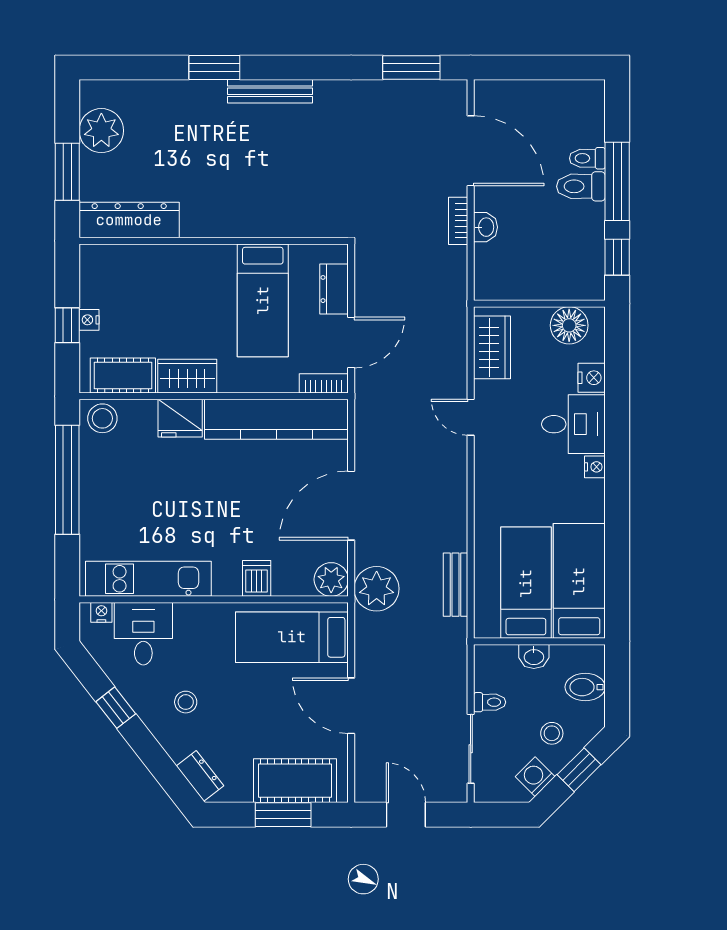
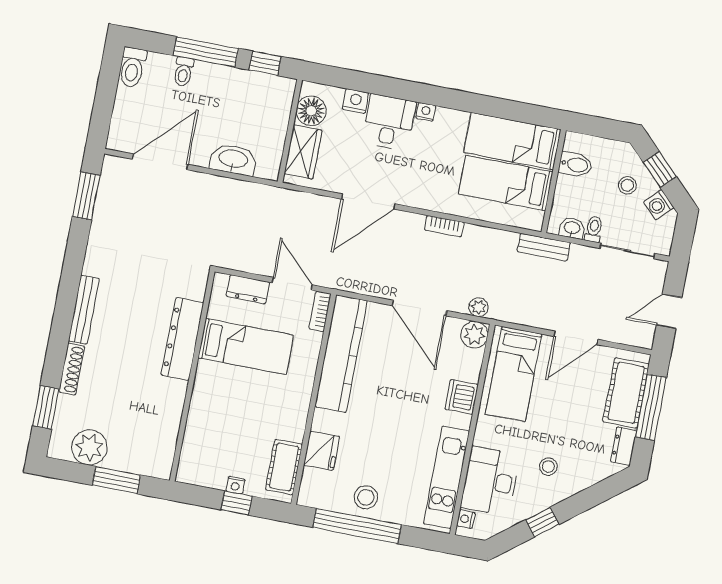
window: (214, 67) -> (46, 407), moved
shoe rack: (194, 90) -> (72, 369), added
toilet: (581, 186) -> (132, 67), moved
dresser: (129, 220) -> (182, 339), moved
bookcase: (458, 221) -> (444, 226), moved
washbasin: (486, 227) -> (233, 159), width x1.91, depth x1.45
wardrobe: (492, 347) -> (303, 152), moved, turned 90
wardrobe: (187, 376) -> (294, 417), removed
door: (471, 417) -> (368, 202), width x1.88
stool: (102, 418) -> (366, 497), moved
fridge: (180, 418) -> (322, 451), moved
dishwasher: (257, 578) -> (462, 397), width x1.38
bench: (456, 585) -> (544, 247), moved
plant: (377, 589) -> (479, 307), width x0.53, depth x0.53
desk: (143, 634) -> (490, 481), width x1.37
washbasin: (534, 656) -> (572, 228), moved, turned -90
bidet: (585, 687) -> (575, 165), moved, turned -90
dresser: (200, 776) -> (623, 446), moved, turned -52
window: (283, 815) -> (651, 407), width x1.44

